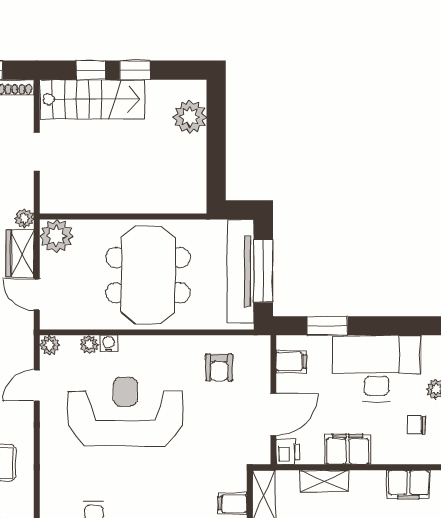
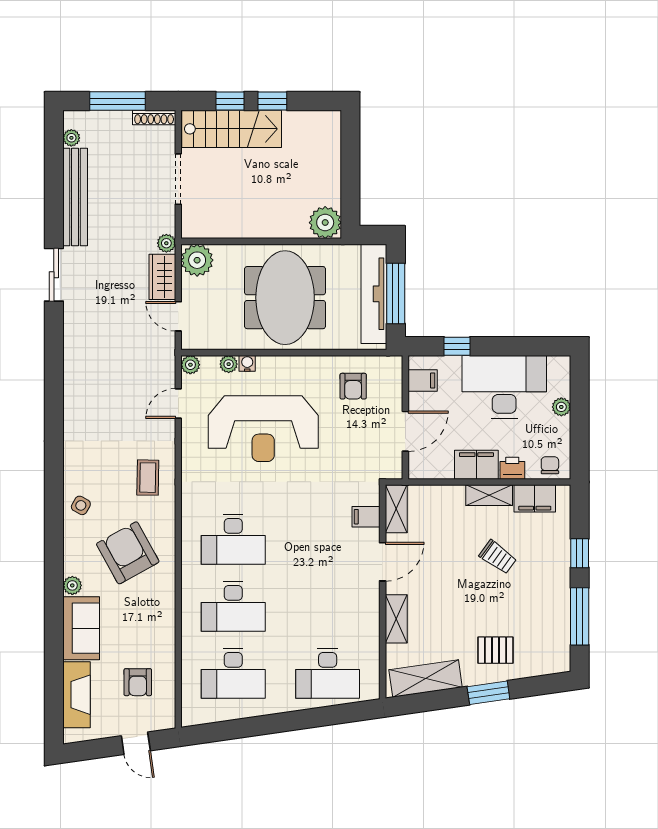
plant: (190, 117) -> (325, 223), moved
doorway: (37, 152) -> (178, 179), width x1.38
window: (327, 326) -> (457, 346), width x0.67
reception desk: (125, 412) -> (263, 429), turned 180
chair: (416, 425) -> (550, 465), moved, turned 90
printer: (288, 452) -> (512, 468), moved, turned -90
shelving: (324, 481) -> (489, 495), moved

